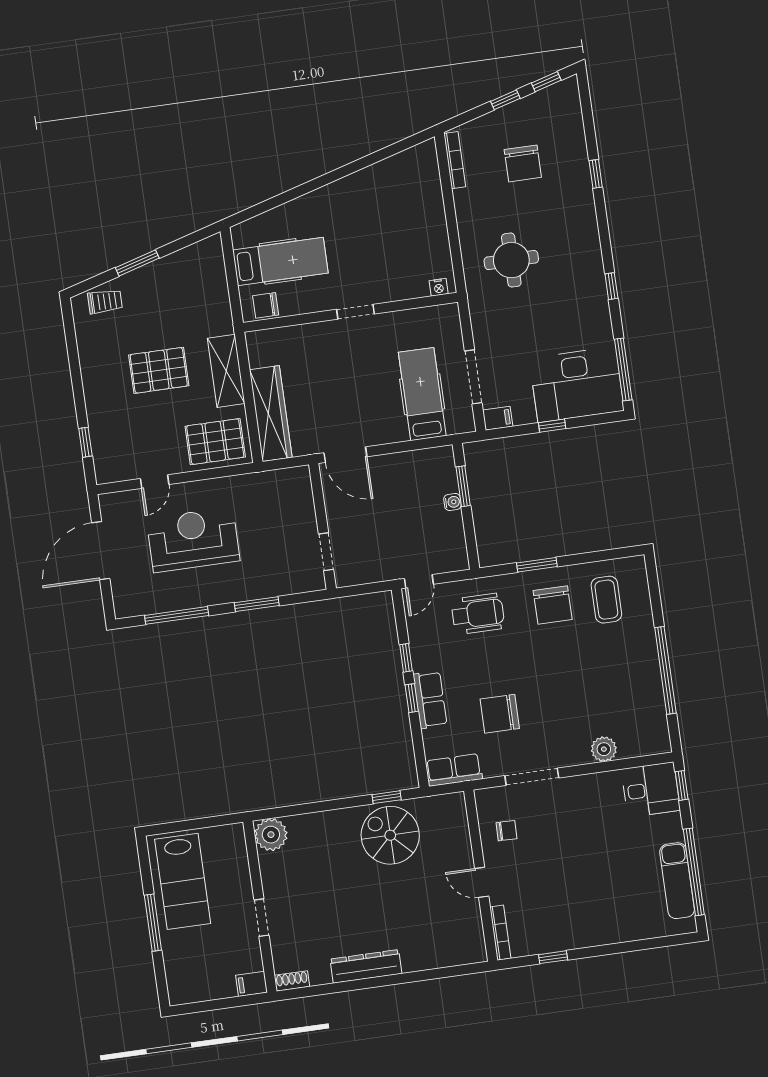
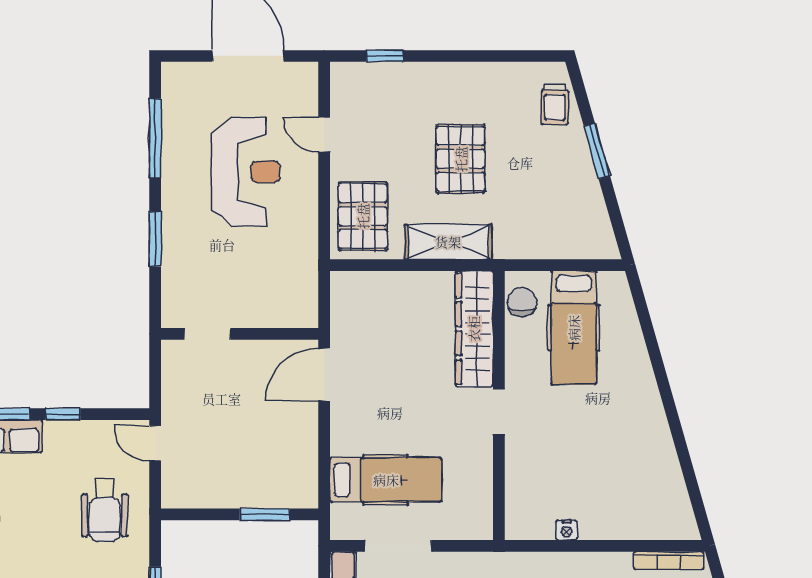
nightstand: (439, 287) -> (567, 530), moved, turned -90
wardrobe: (271, 414) -> (474, 329), moved, turned 90
water cooler: (452, 502) -> (247, 498), removed

